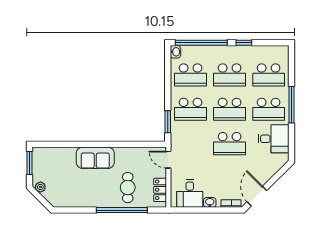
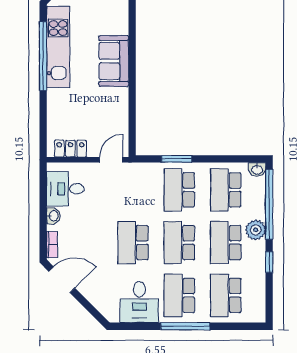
plant: (220, 53) -> (256, 230), added
window: (168, 122) -> (177, 159), moved
cafe table: (128, 188) -> (73, 105), removed
kitchen unit: (85, 199) -> (58, 47), added
window: (122, 210) -> (43, 56), moved

